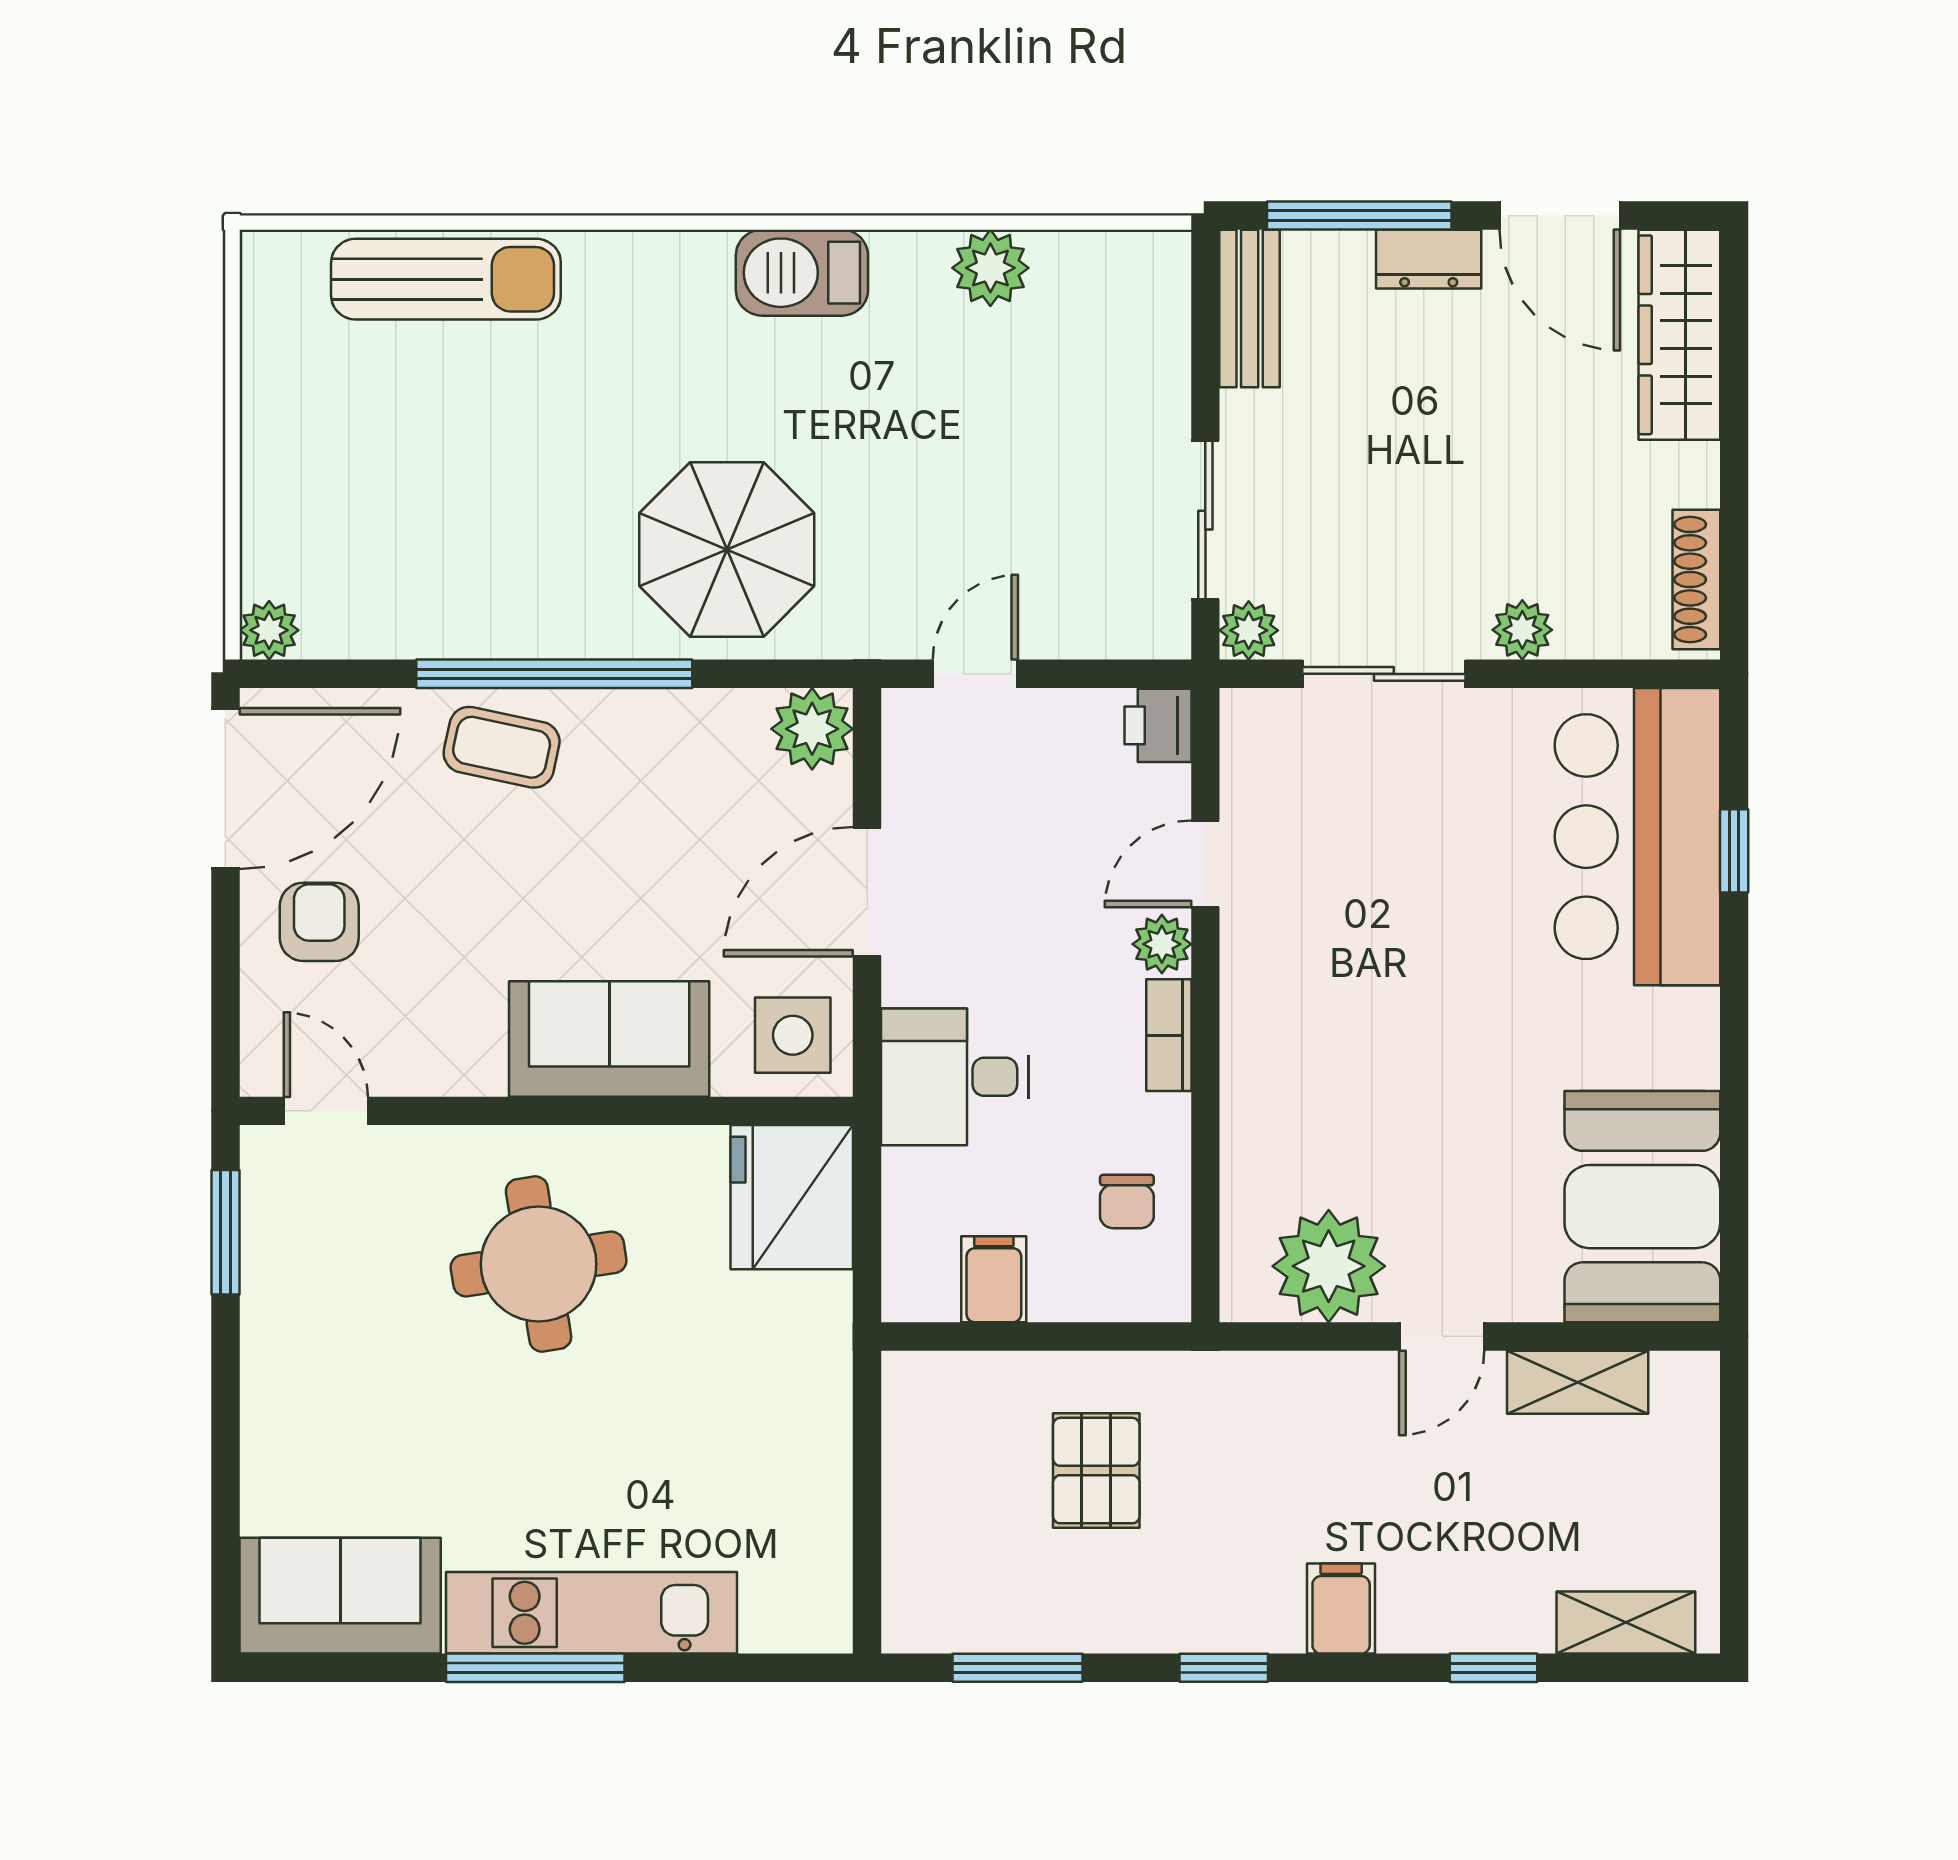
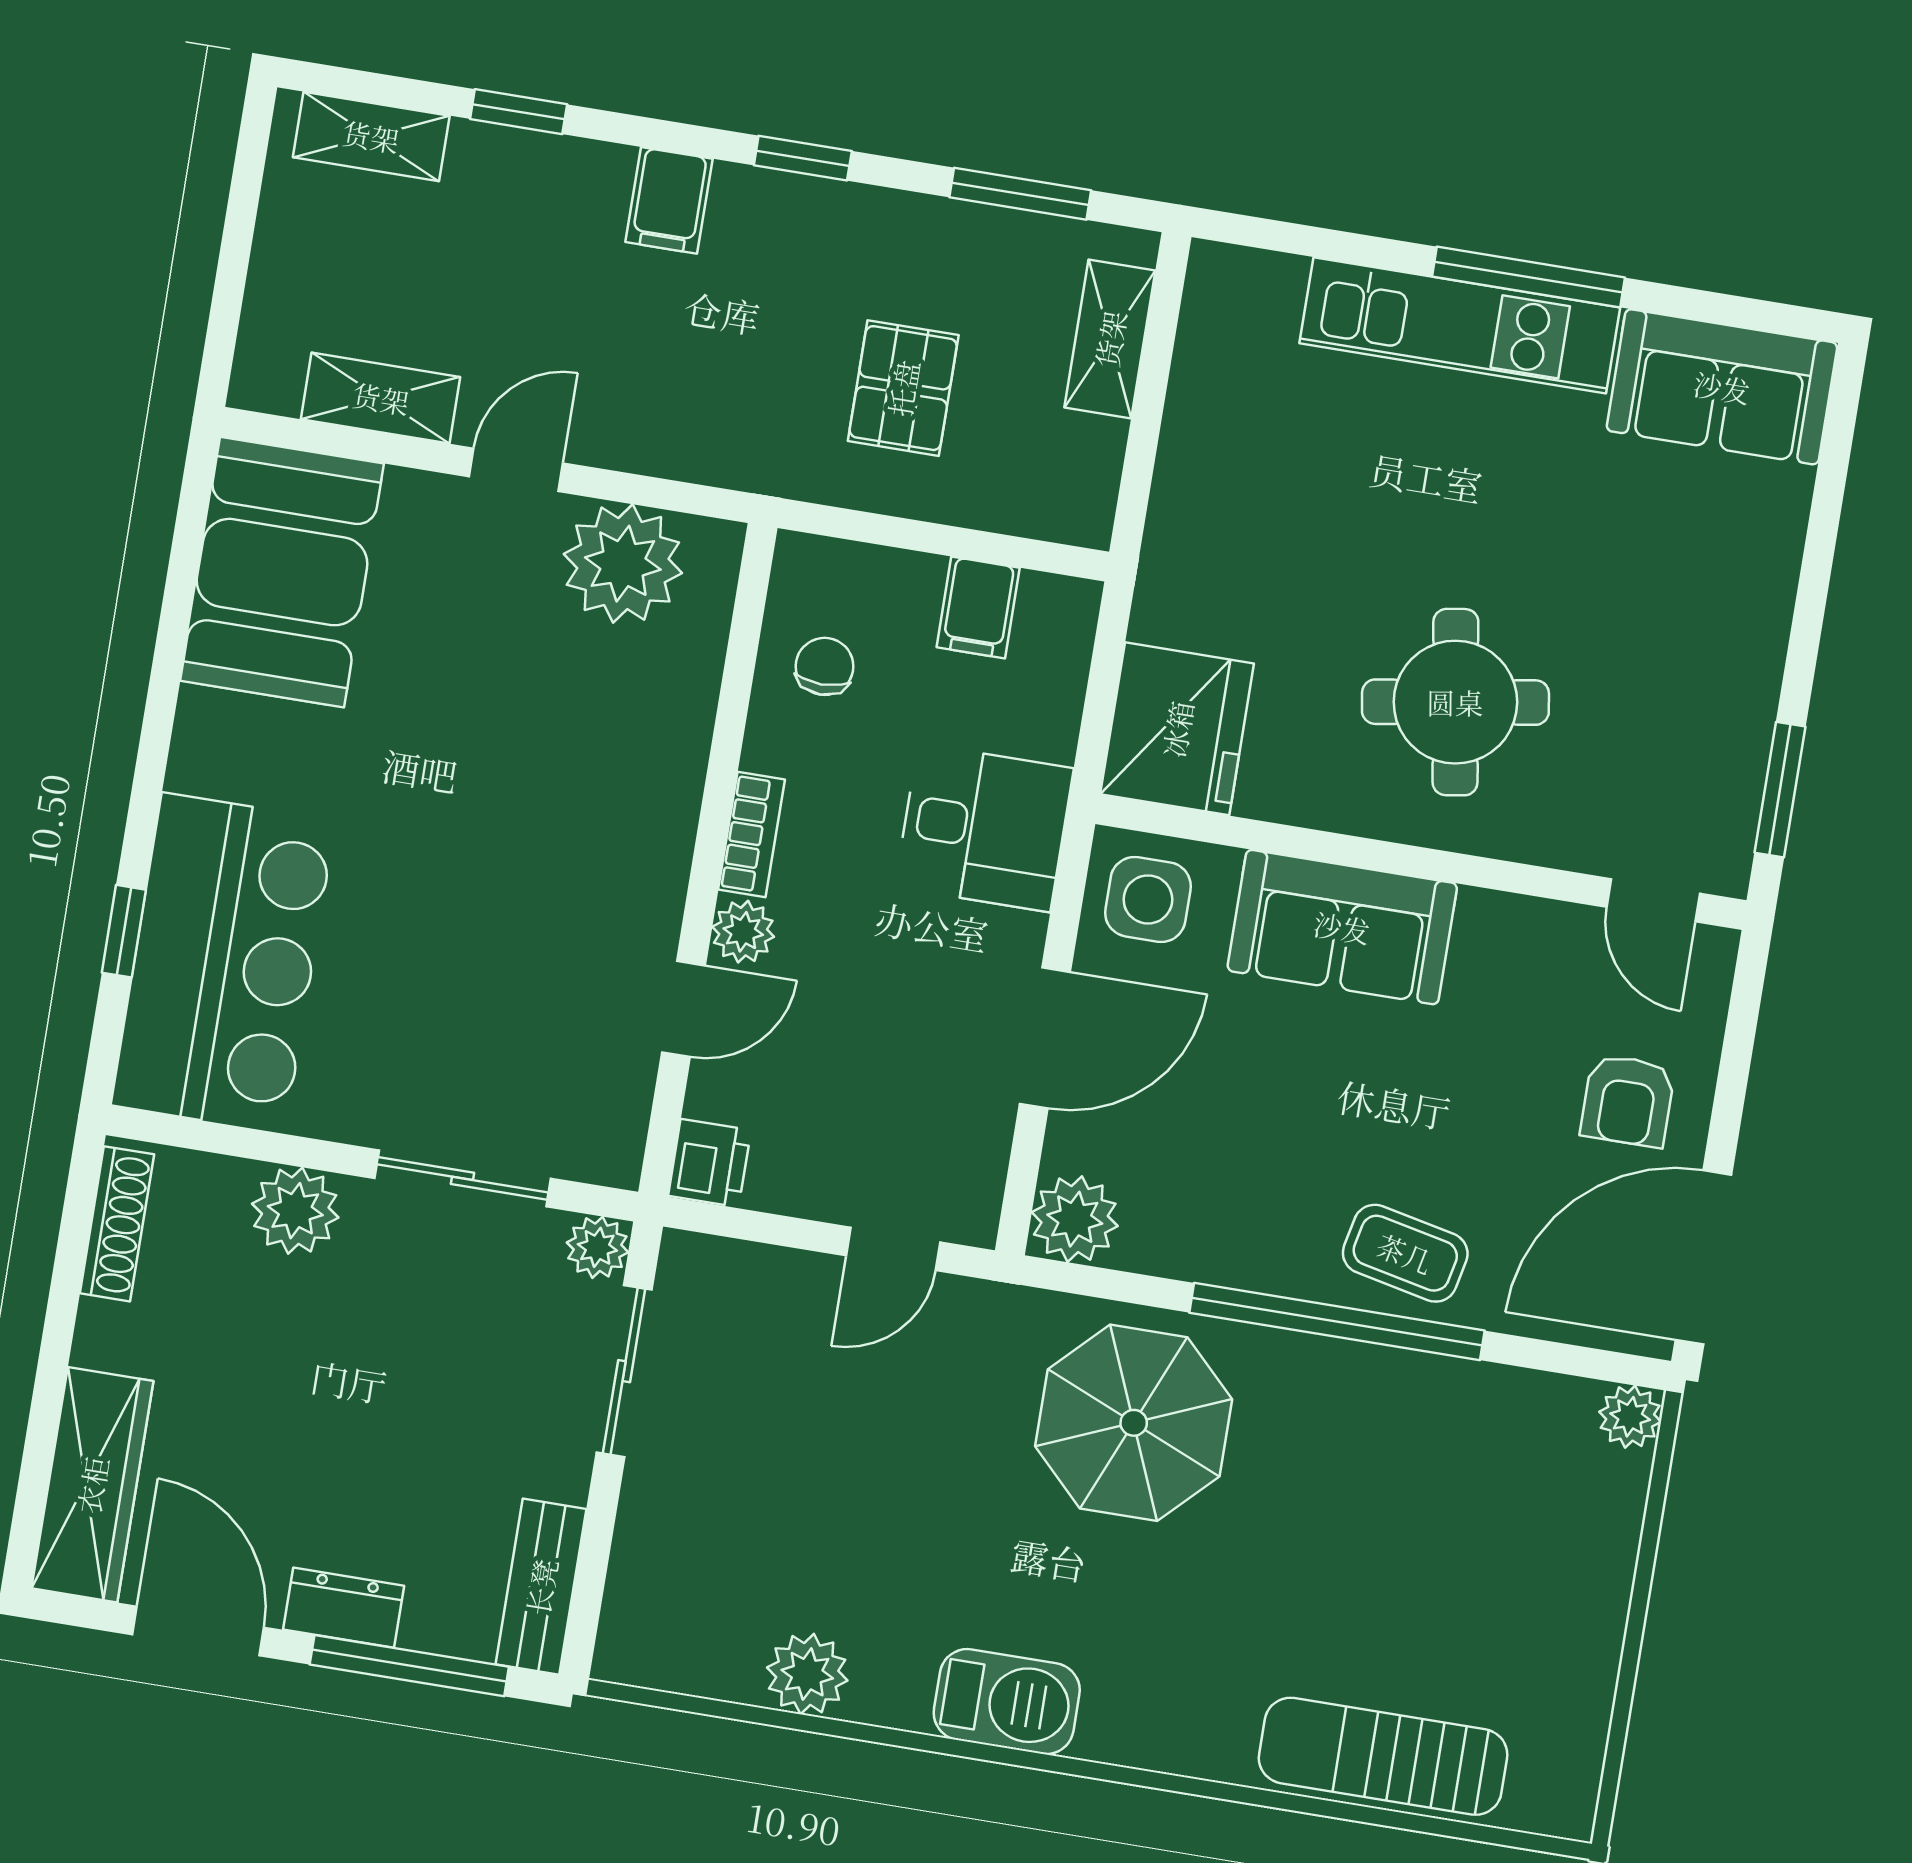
plant: (1522, 630) -> (295, 1211), width x1.38, depth x1.38
shelving: (913, 1547) -> (1110, 339), added

